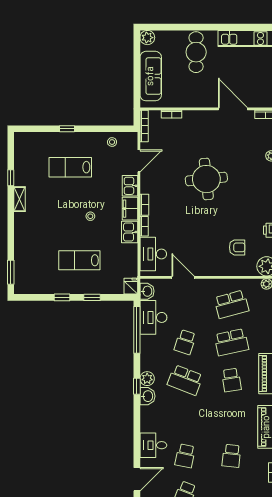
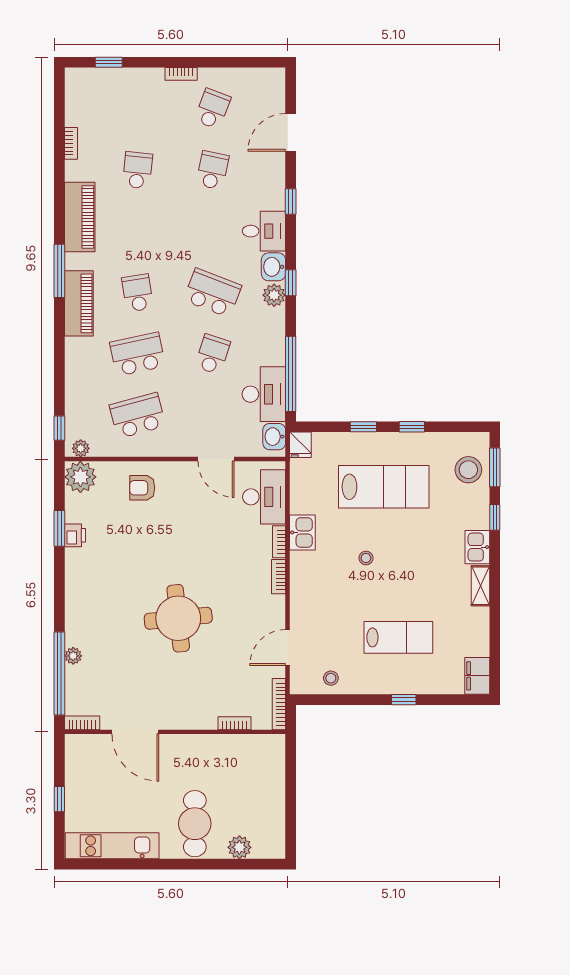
plant: (147, 38) -> (239, 847), moved
sofa: (151, 76) -> (268, 785), removed
window: (11, 178) -> (495, 517), moved
kitchen sink: (130, 186) -> (477, 547), moved, turned 180
filing cabinet: (130, 209) -> (477, 676), moved, turned 180
armchair: (237, 247) -> (142, 488), moved
lab bench: (79, 260) -> (384, 487), width x1.36, depth x1.39
stool: (27, 271) -> (468, 470), added
window: (137, 436) -> (291, 202), added
desk: (153, 445) -> (264, 231), moved

